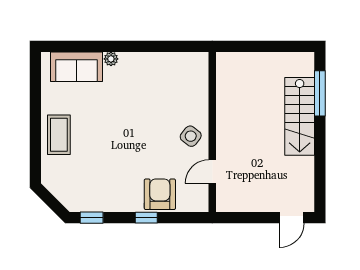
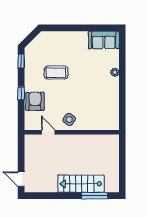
sofa: (77, 67) -> (104, 40), moved, turned -90
coffee table: (59, 135) -> (56, 73), moved
armchair: (160, 194) -> (35, 101), turned -90

